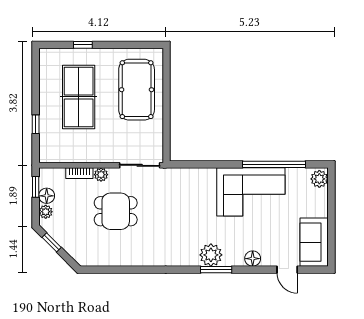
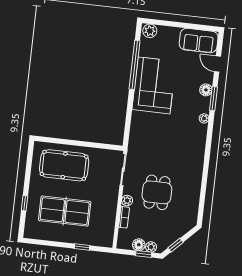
window: (36, 187) -> (144, 254), moved
plant: (211, 255) -> (204, 118), width x0.53, depth x0.53
window: (216, 270) -> (214, 99), moved
door: (287, 270) -> (218, 64), swing flipped

